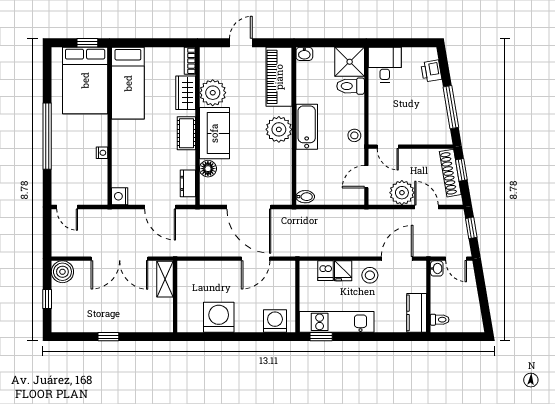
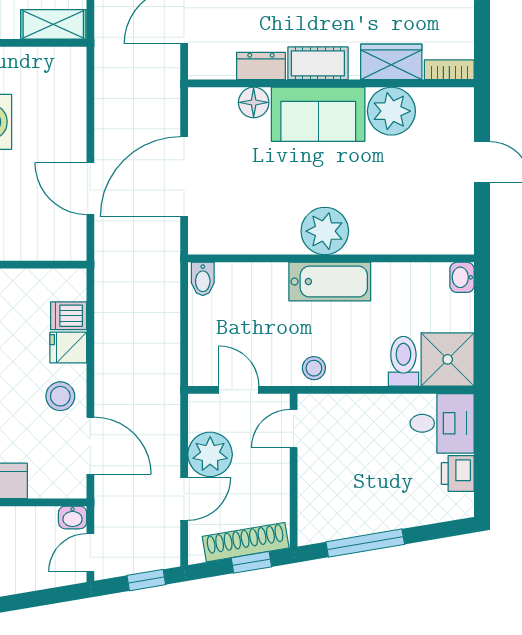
printer: (431, 71) -> (458, 473), moved, turned -80
piano: (279, 77) -> (420, 231), removed
dresser: (188, 183) -> (261, 66), moved

